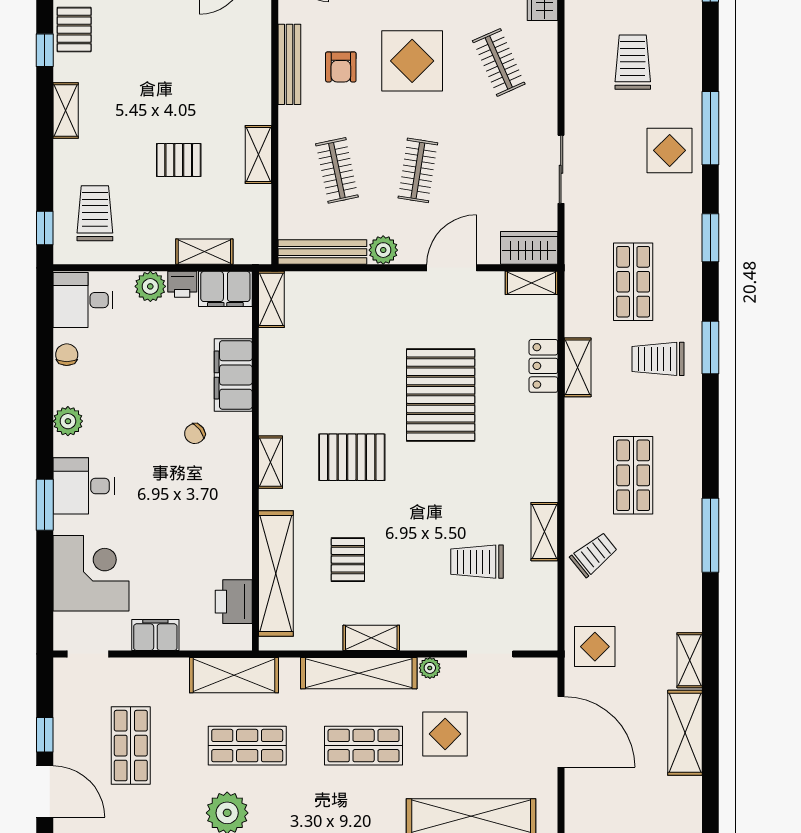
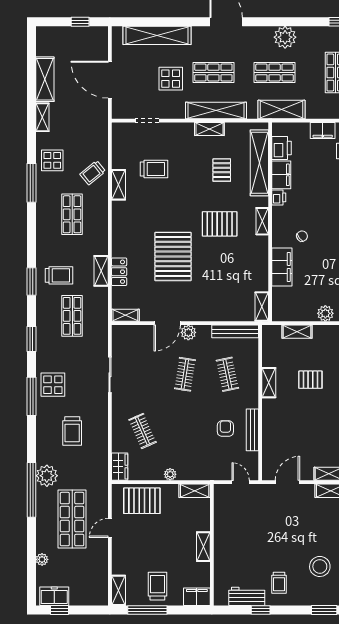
display table: (412, 61) -> (188, 432), removed
wardrobe: (529, 248) -> (127, 334), removed
plant: (383, 250) -> (188, 332), moved
printer: (182, 284) -> (279, 197), moved, turned 90
filing cabinet: (225, 289) -> (281, 175), moved, turned 90
display table: (595, 647) -> (52, 160), moved
plant: (430, 668) -> (179, 113), removed

